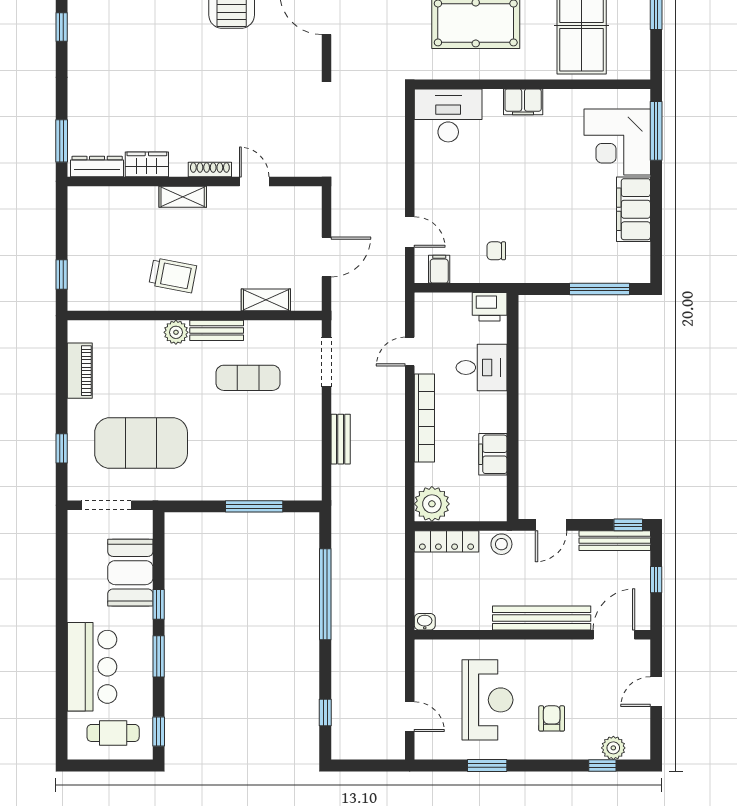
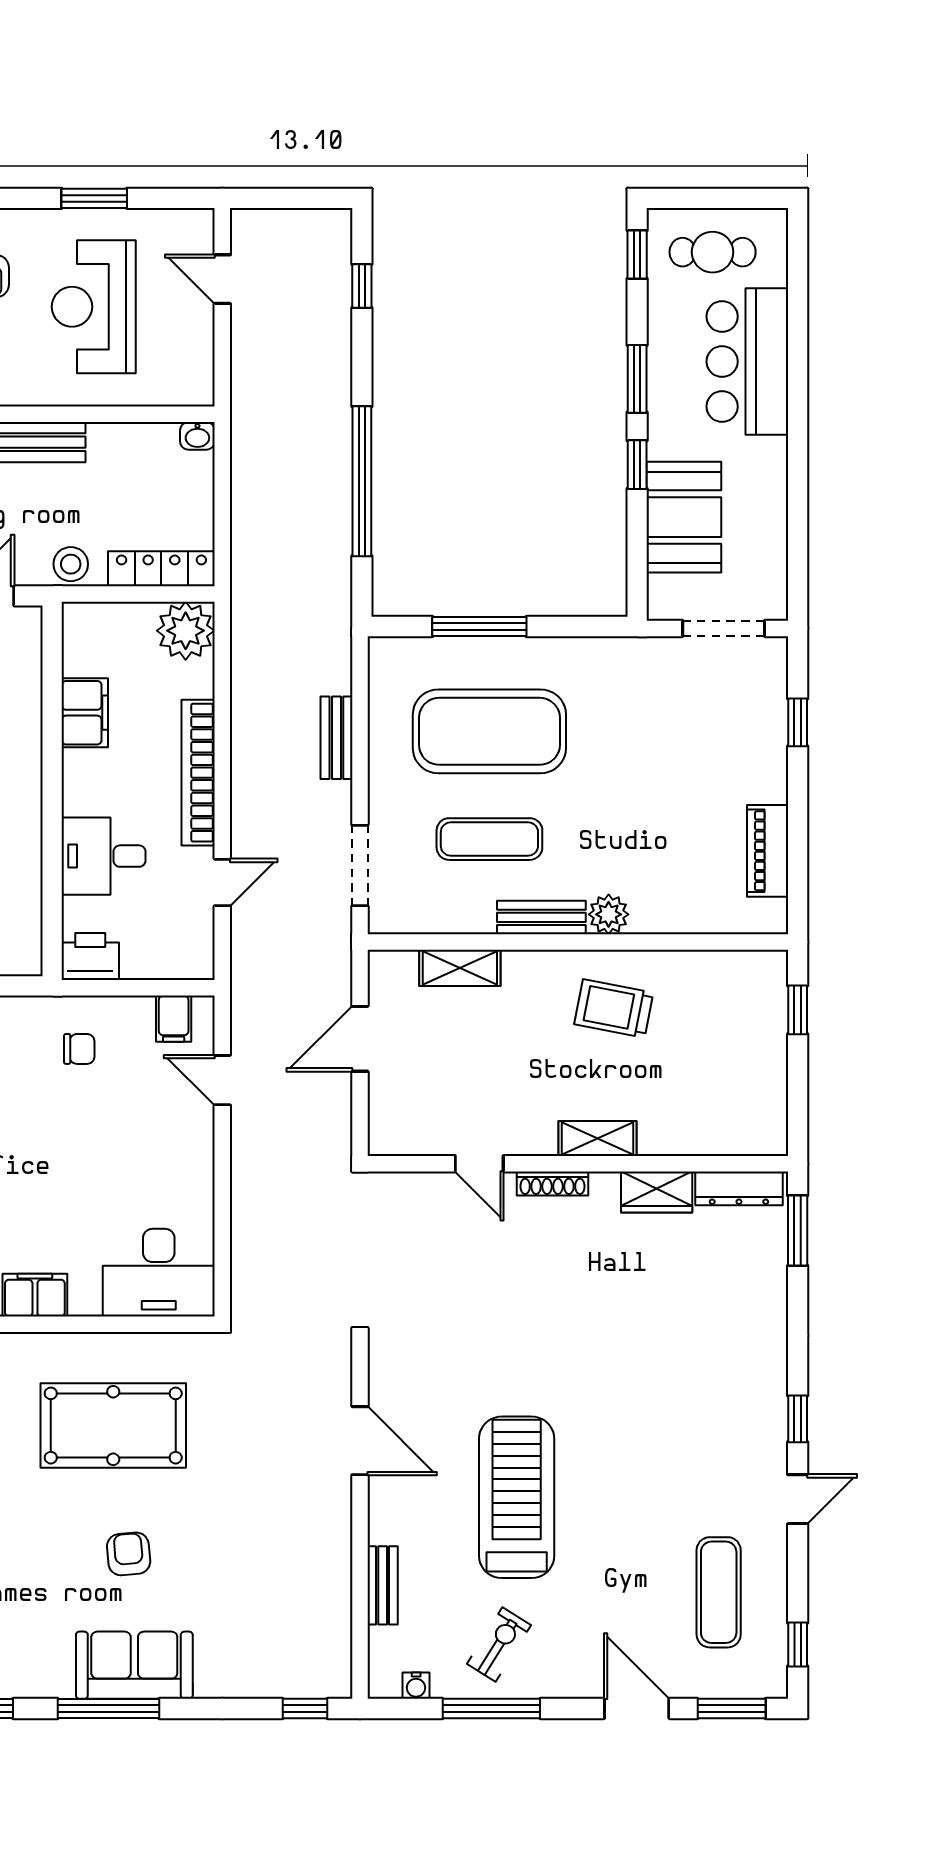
exercise mat: (141, 443) -> (489, 731), moved

